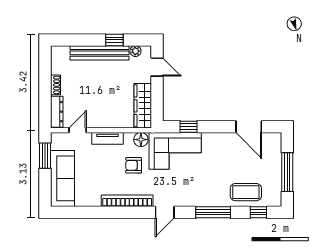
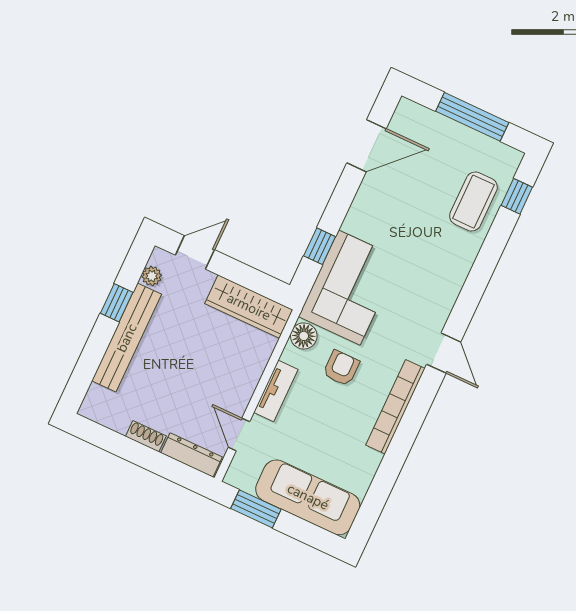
armchair: (134, 165) -> (341, 368), turned 180
window: (213, 212) -> (481, 272), removed

